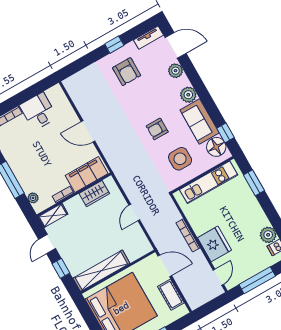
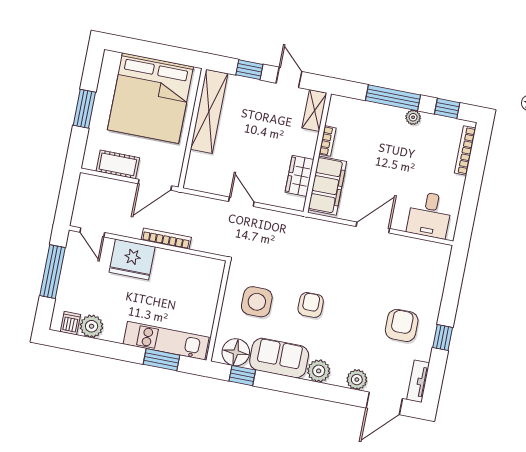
armchair: (127, 72) -> (402, 325), turned 90
desk: (38, 111) -> (430, 215), moved, turned 90
kitchen unit: (209, 182) -> (166, 341), moved, turned 90
plant: (33, 198) -> (413, 117), moved

